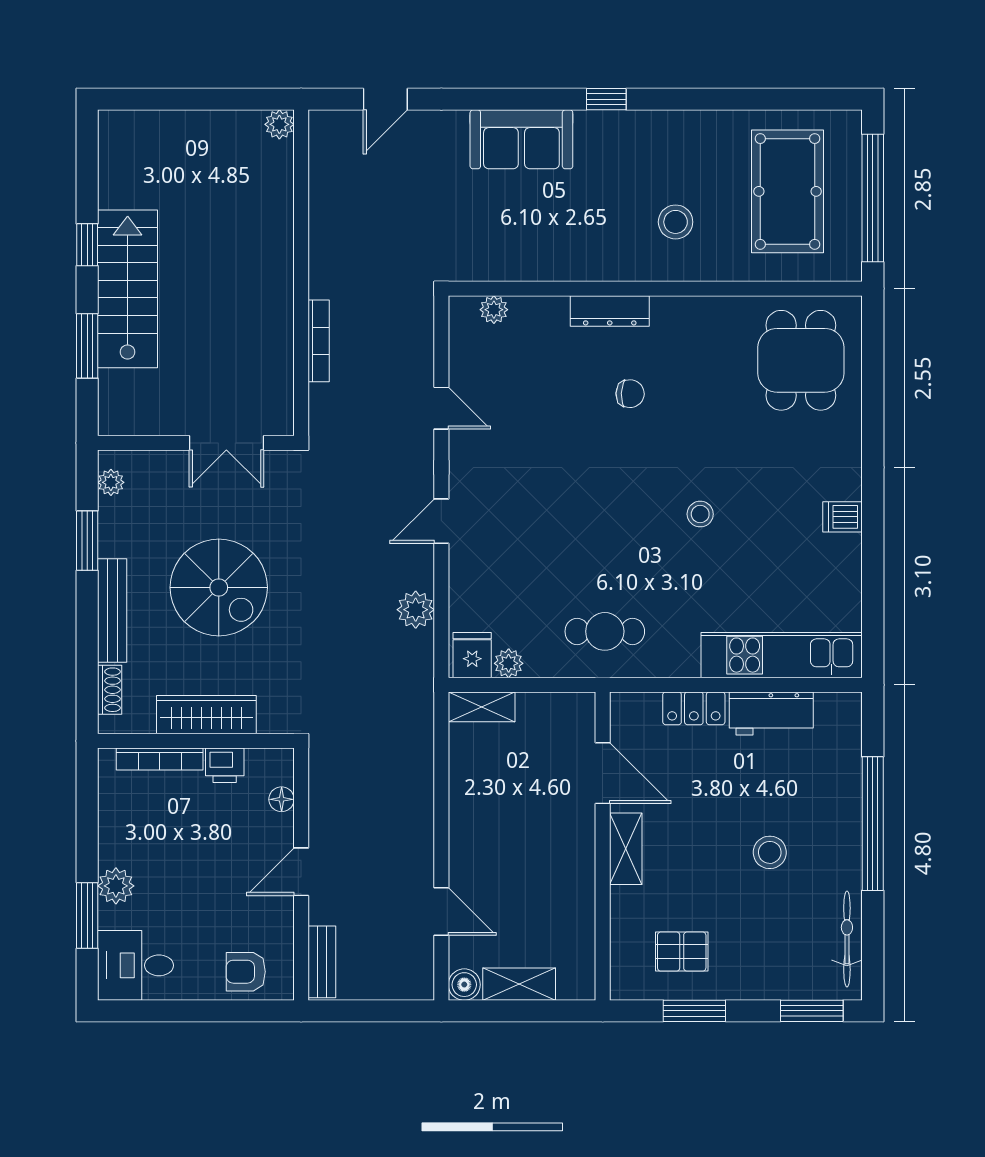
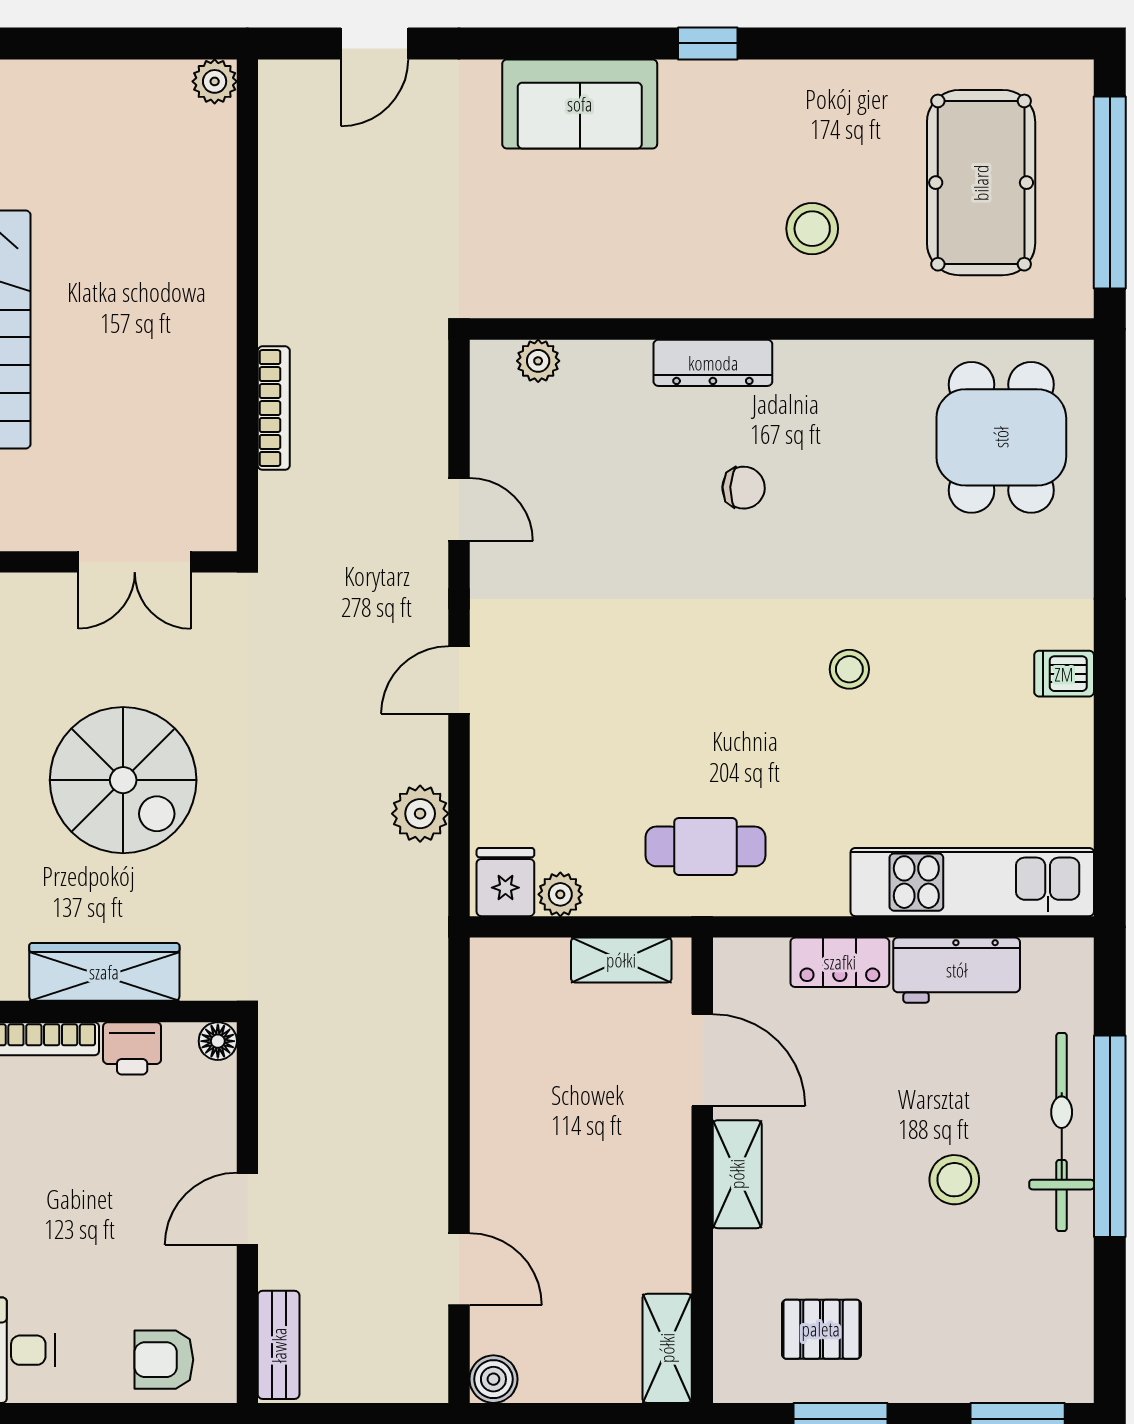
shelving: (482, 707) -> (621, 960), moved
floor lamp: (282, 799) -> (218, 1041), moved
bicycle: (847, 939) -> (1062, 1132), moved, width x1.37, depth x1.40
shelving: (519, 984) -> (667, 1348), moved, turned 90

